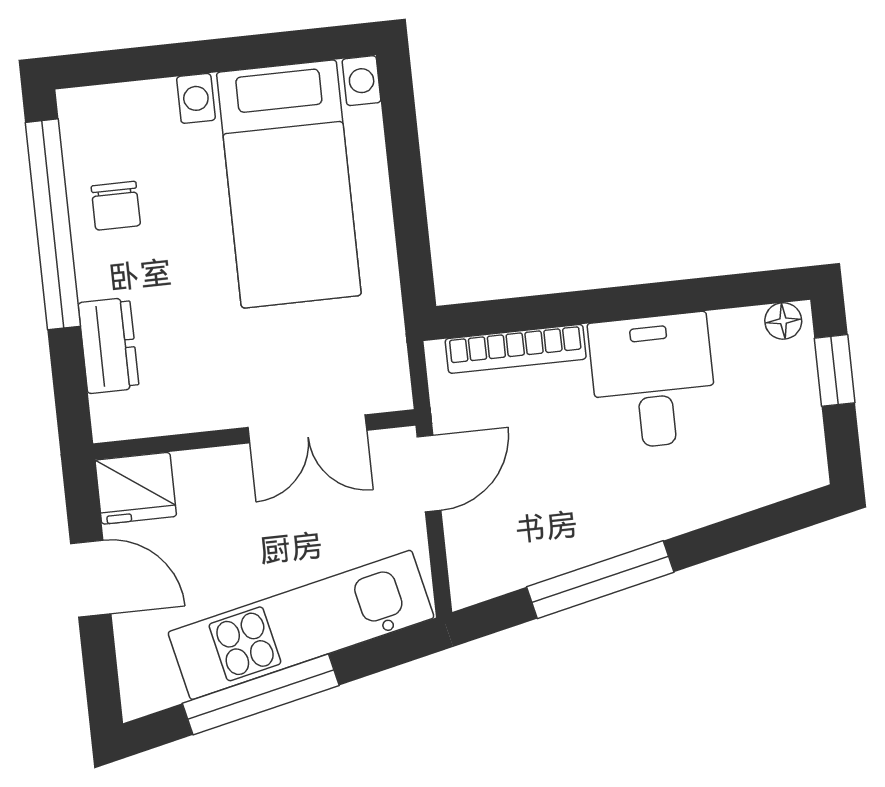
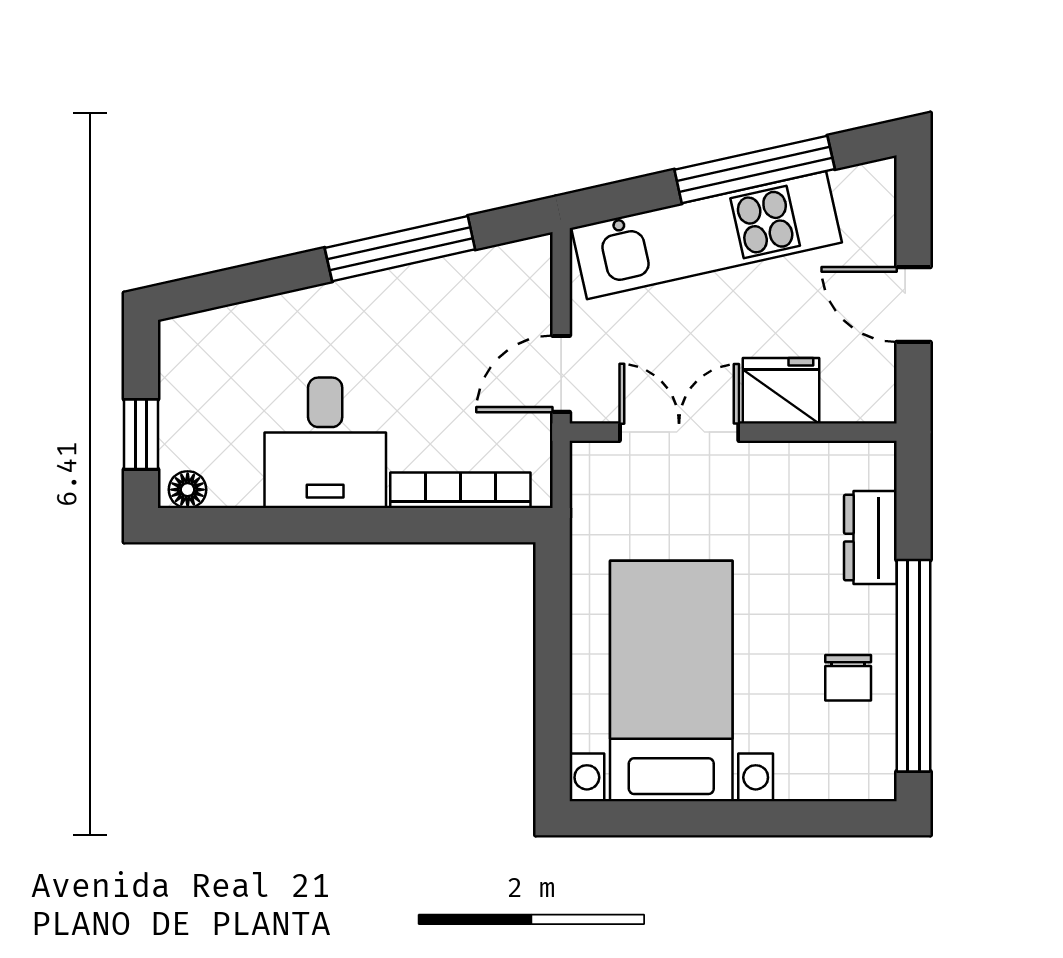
chair: (116, 206) -> (848, 678), turned 180
fridge: (136, 488) -> (781, 391), moved

